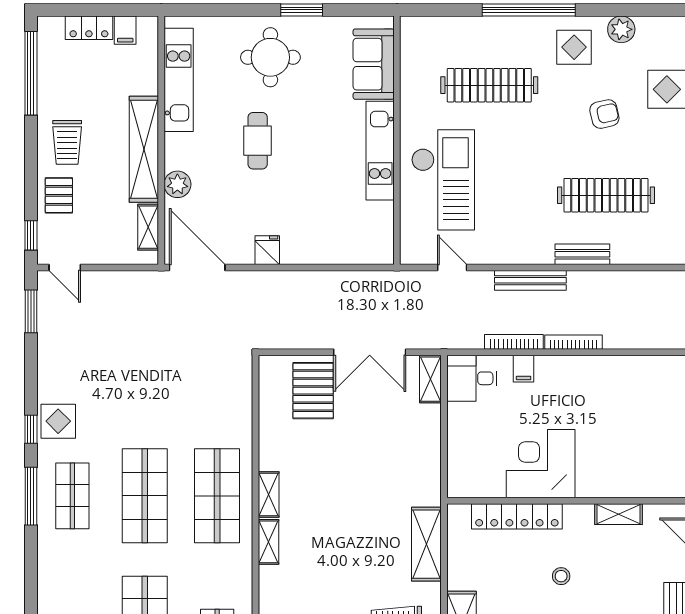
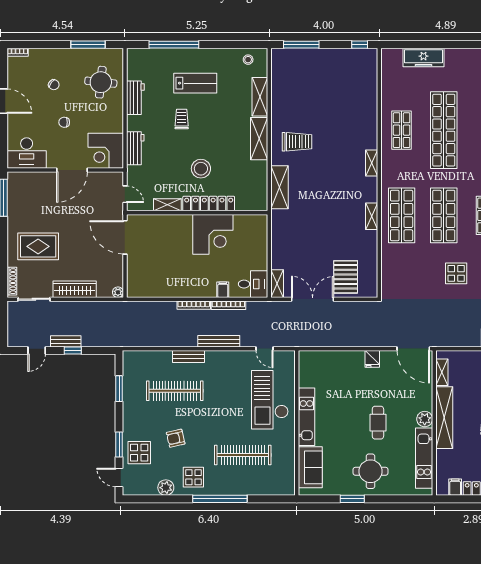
plant: (177, 184) -> (425, 419), moved
display table: (124, 396) -> (456, 273), added
locker: (517, 516) -> (209, 204), moved
shelving: (268, 542) -> (372, 163), moved
stool: (561, 576) -> (201, 169), width x1.89, depth x1.89

